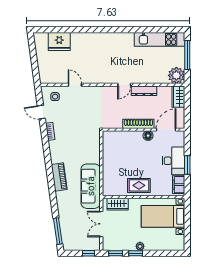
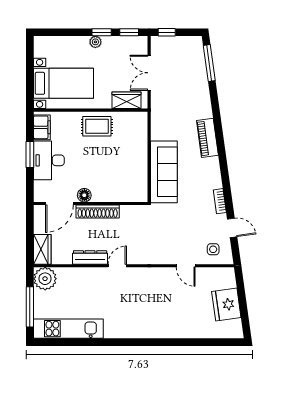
fridge: (59, 41) -> (226, 304), moved, turned -98
sofa: (91, 186) -> (164, 172), moved
double door: (101, 224) -> (149, 73), swing flipped

